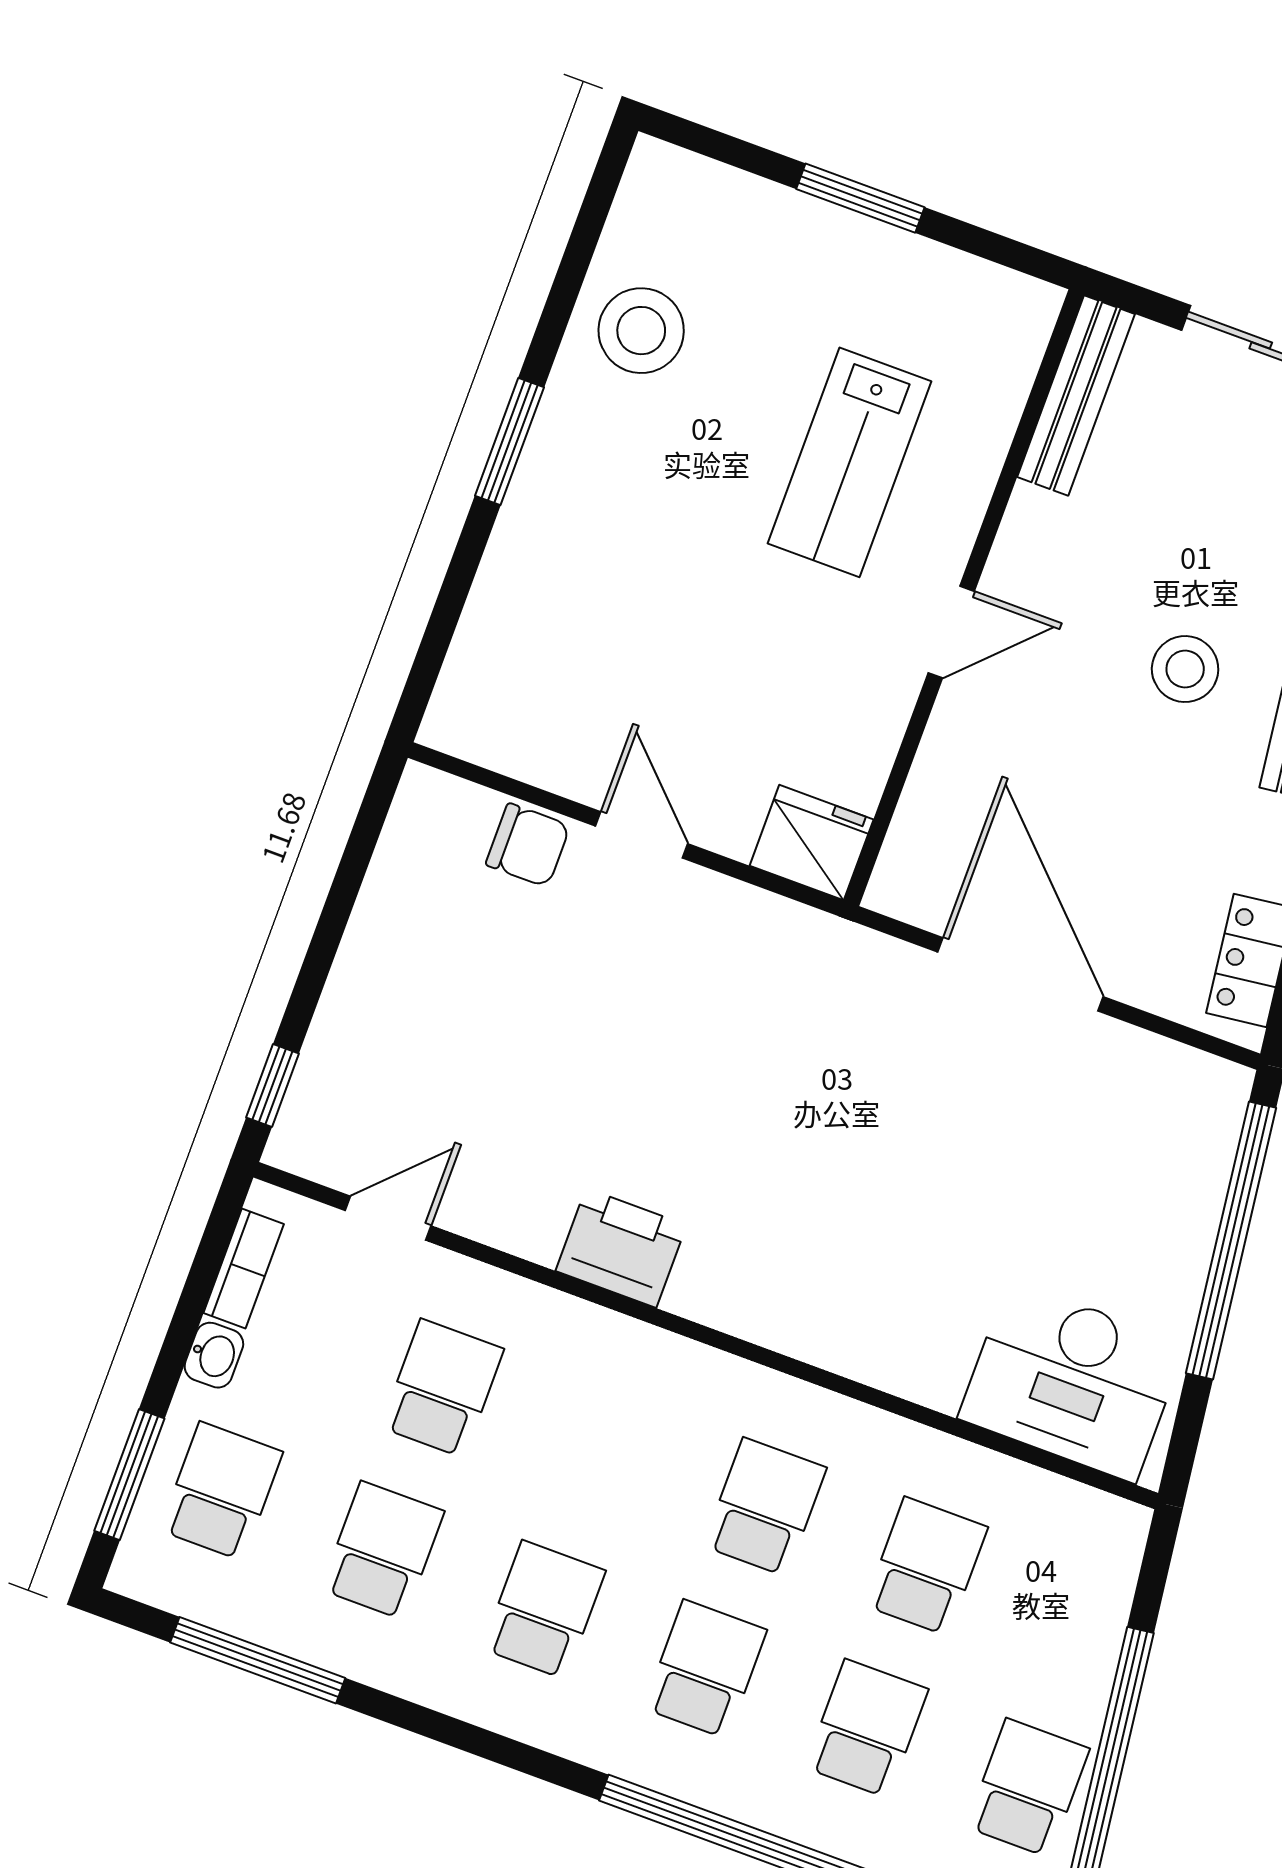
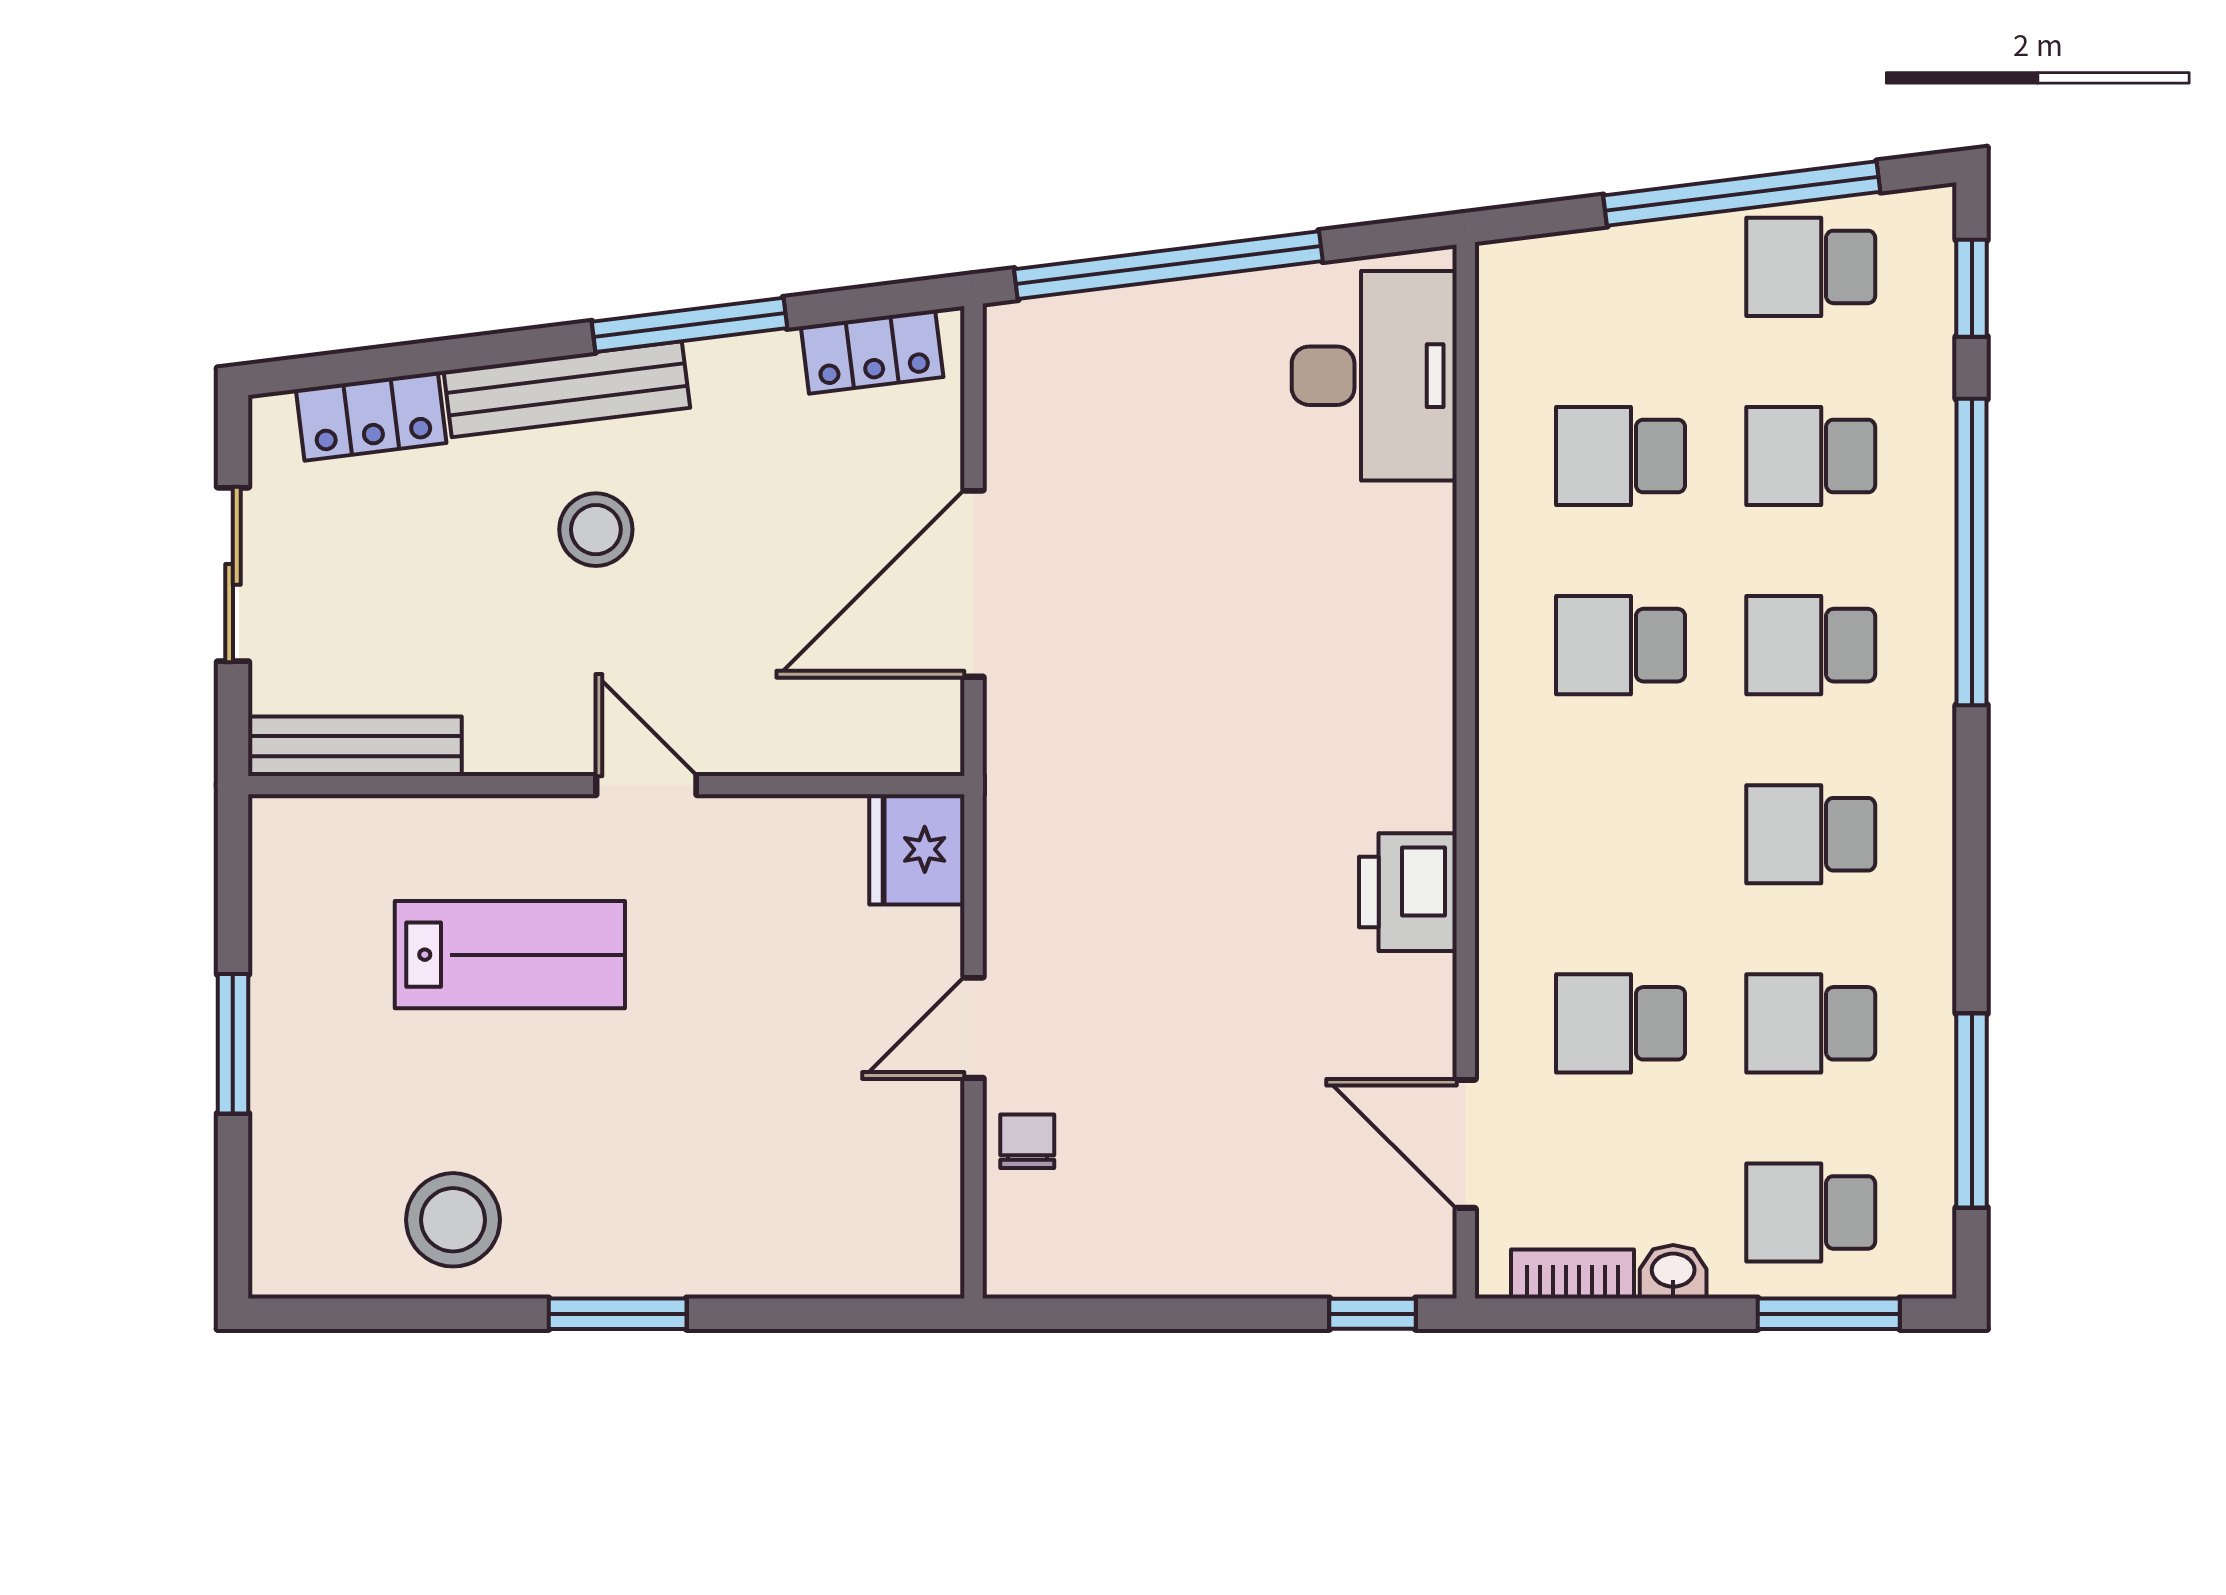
chair: (528, 845) -> (1027, 1141), width x0.73, depth x0.73
door: (388, 1218) -> (1466, 1144), width x1.38

